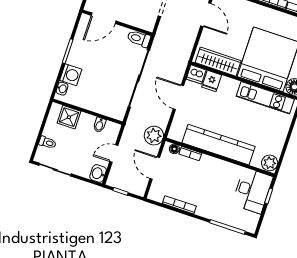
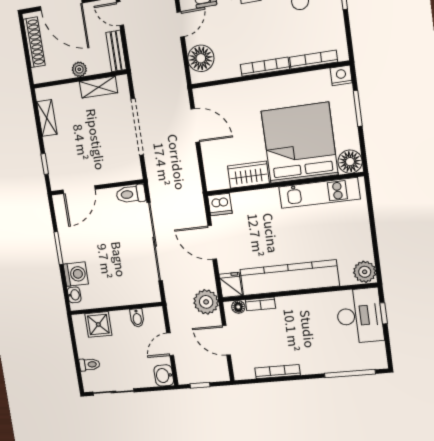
wardrobe: (218, 62) -> (248, 175), width x0.67
fridge: (212, 81) -> (231, 285), moved, turned 180

